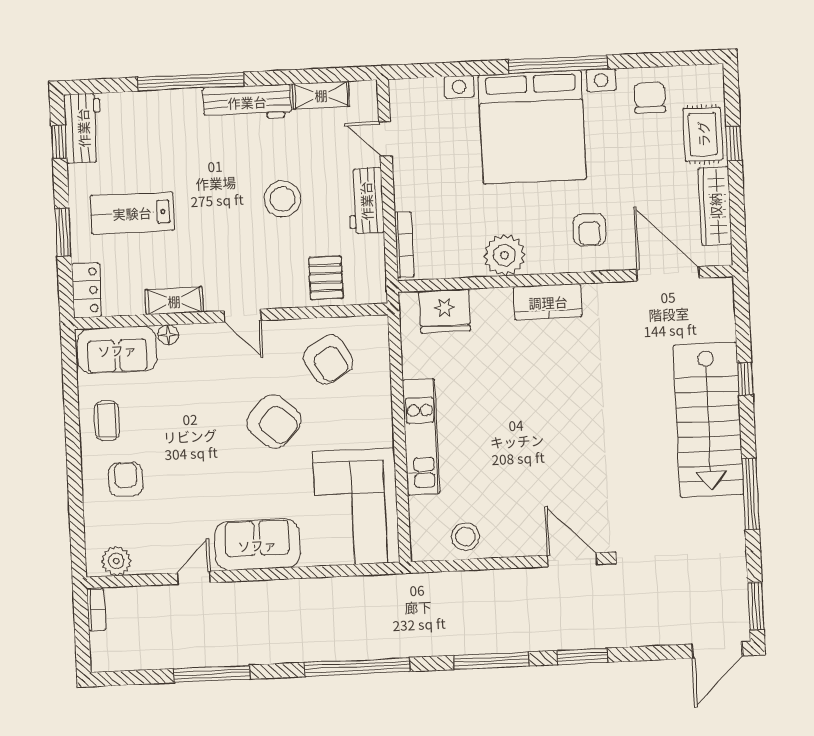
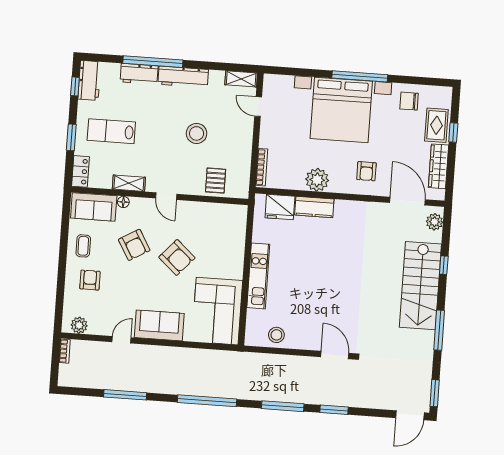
shelving: (321, 95) -> (241, 79), moved
chair: (650, 98) -> (409, 101), turned -90
workbench: (366, 201) -> (139, 74), moved, turned -90
kitchen counter: (548, 302) -> (314, 207), moved
plant: (720, 305) -> (435, 222), added
armchair: (328, 360) -> (134, 245), moved

